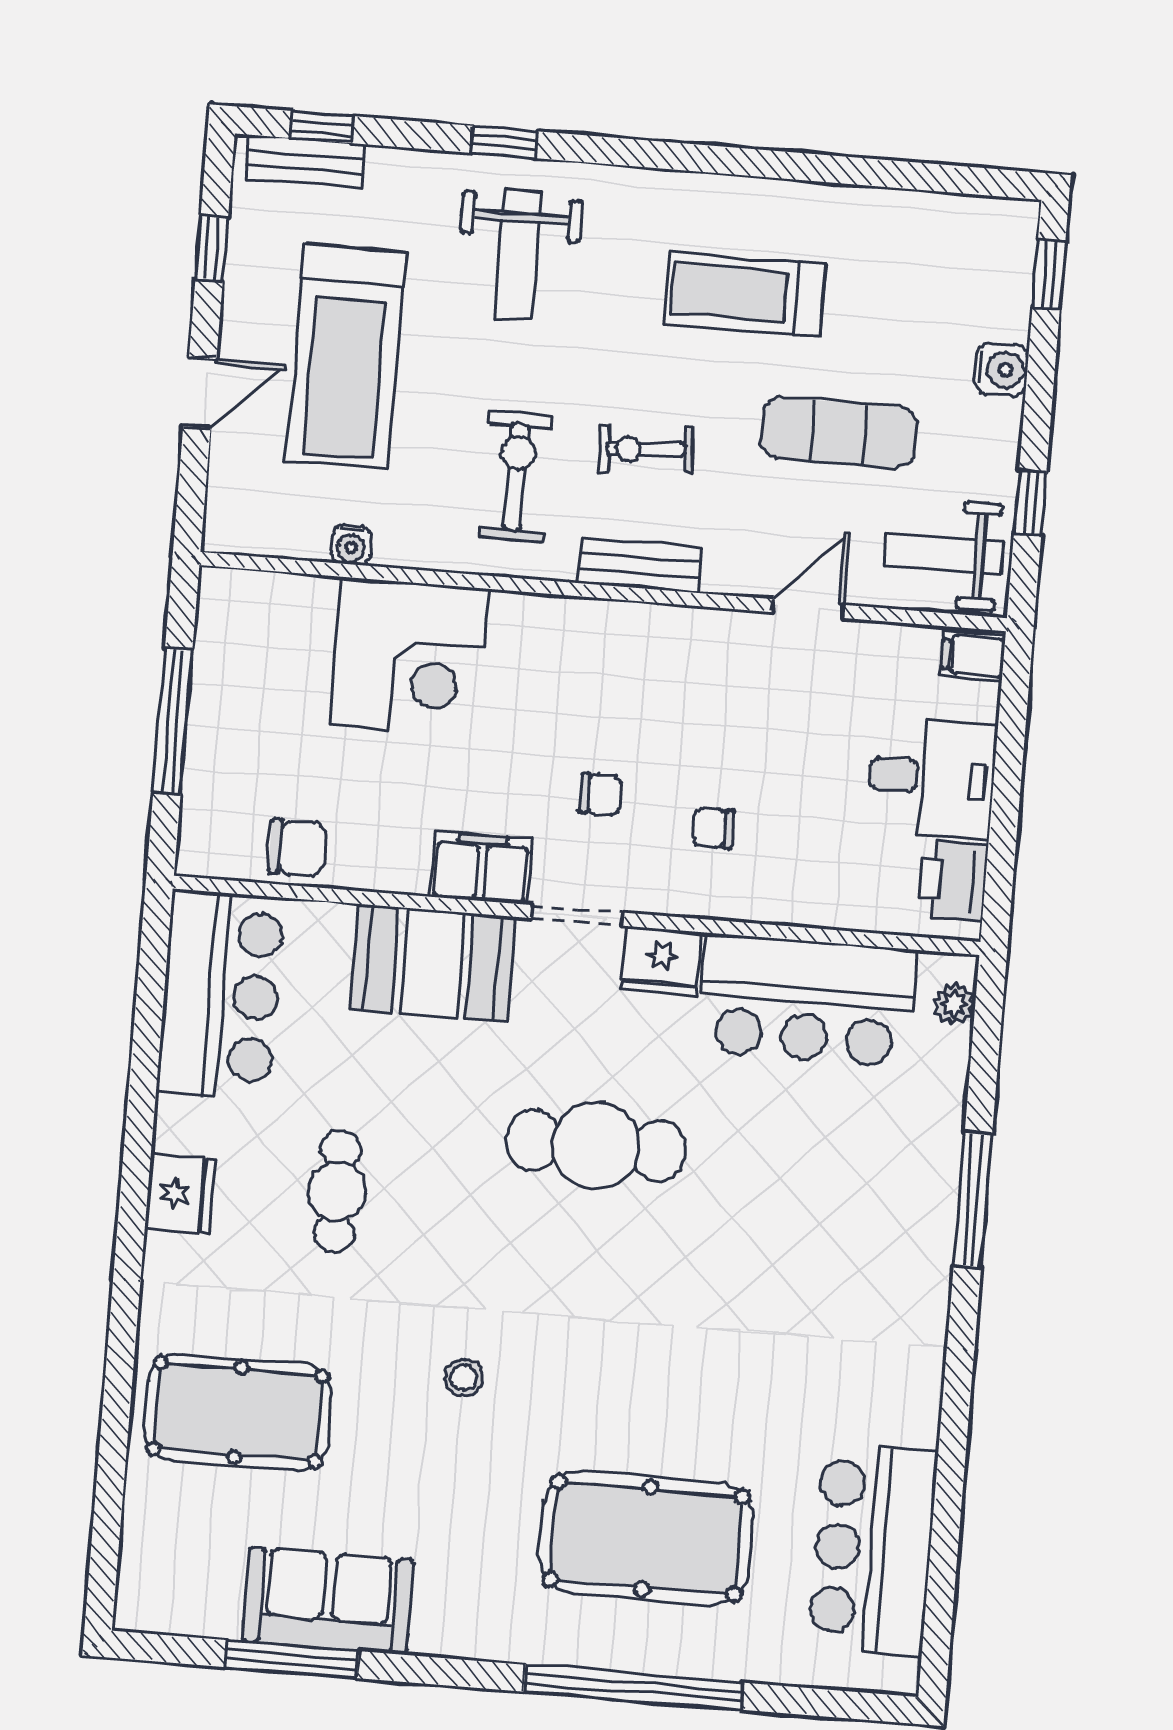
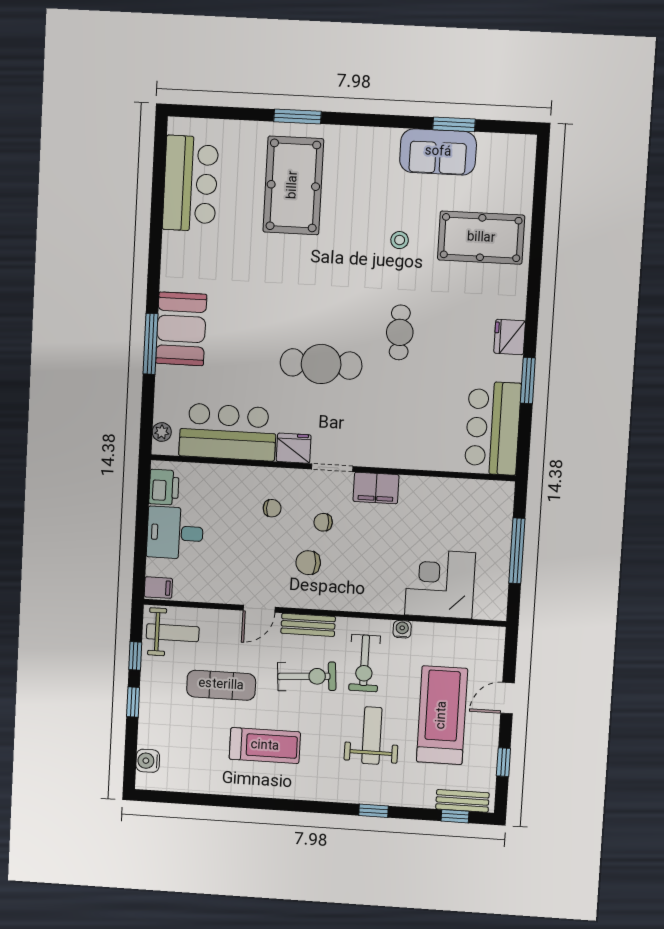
weight bench: (518, 255) -> (372, 736), moved
window: (1049, 274) -> (133, 702), moved
water cooler: (1001, 370) -> (148, 761), moved
exercise bike: (646, 449) -> (307, 676), width x1.38, depth x1.39
water cooler: (351, 545) -> (402, 629), moved
door: (808, 608) -> (259, 609), moved
corner desk: (409, 657) -> (440, 584), moved
chair: (297, 848) -> (308, 563), moved
booth: (433, 963) -> (181, 329), moved, turned 90
window: (142, 1097) -> (528, 380), added
cafe table: (337, 1191) -> (400, 332), moved
stool: (464, 1378) -> (400, 240), moved
pool table: (646, 1538) -> (293, 185), turned 90
window: (292, 1659) -> (454, 124), width x0.69
window: (633, 1687) -> (298, 117), width x0.47

